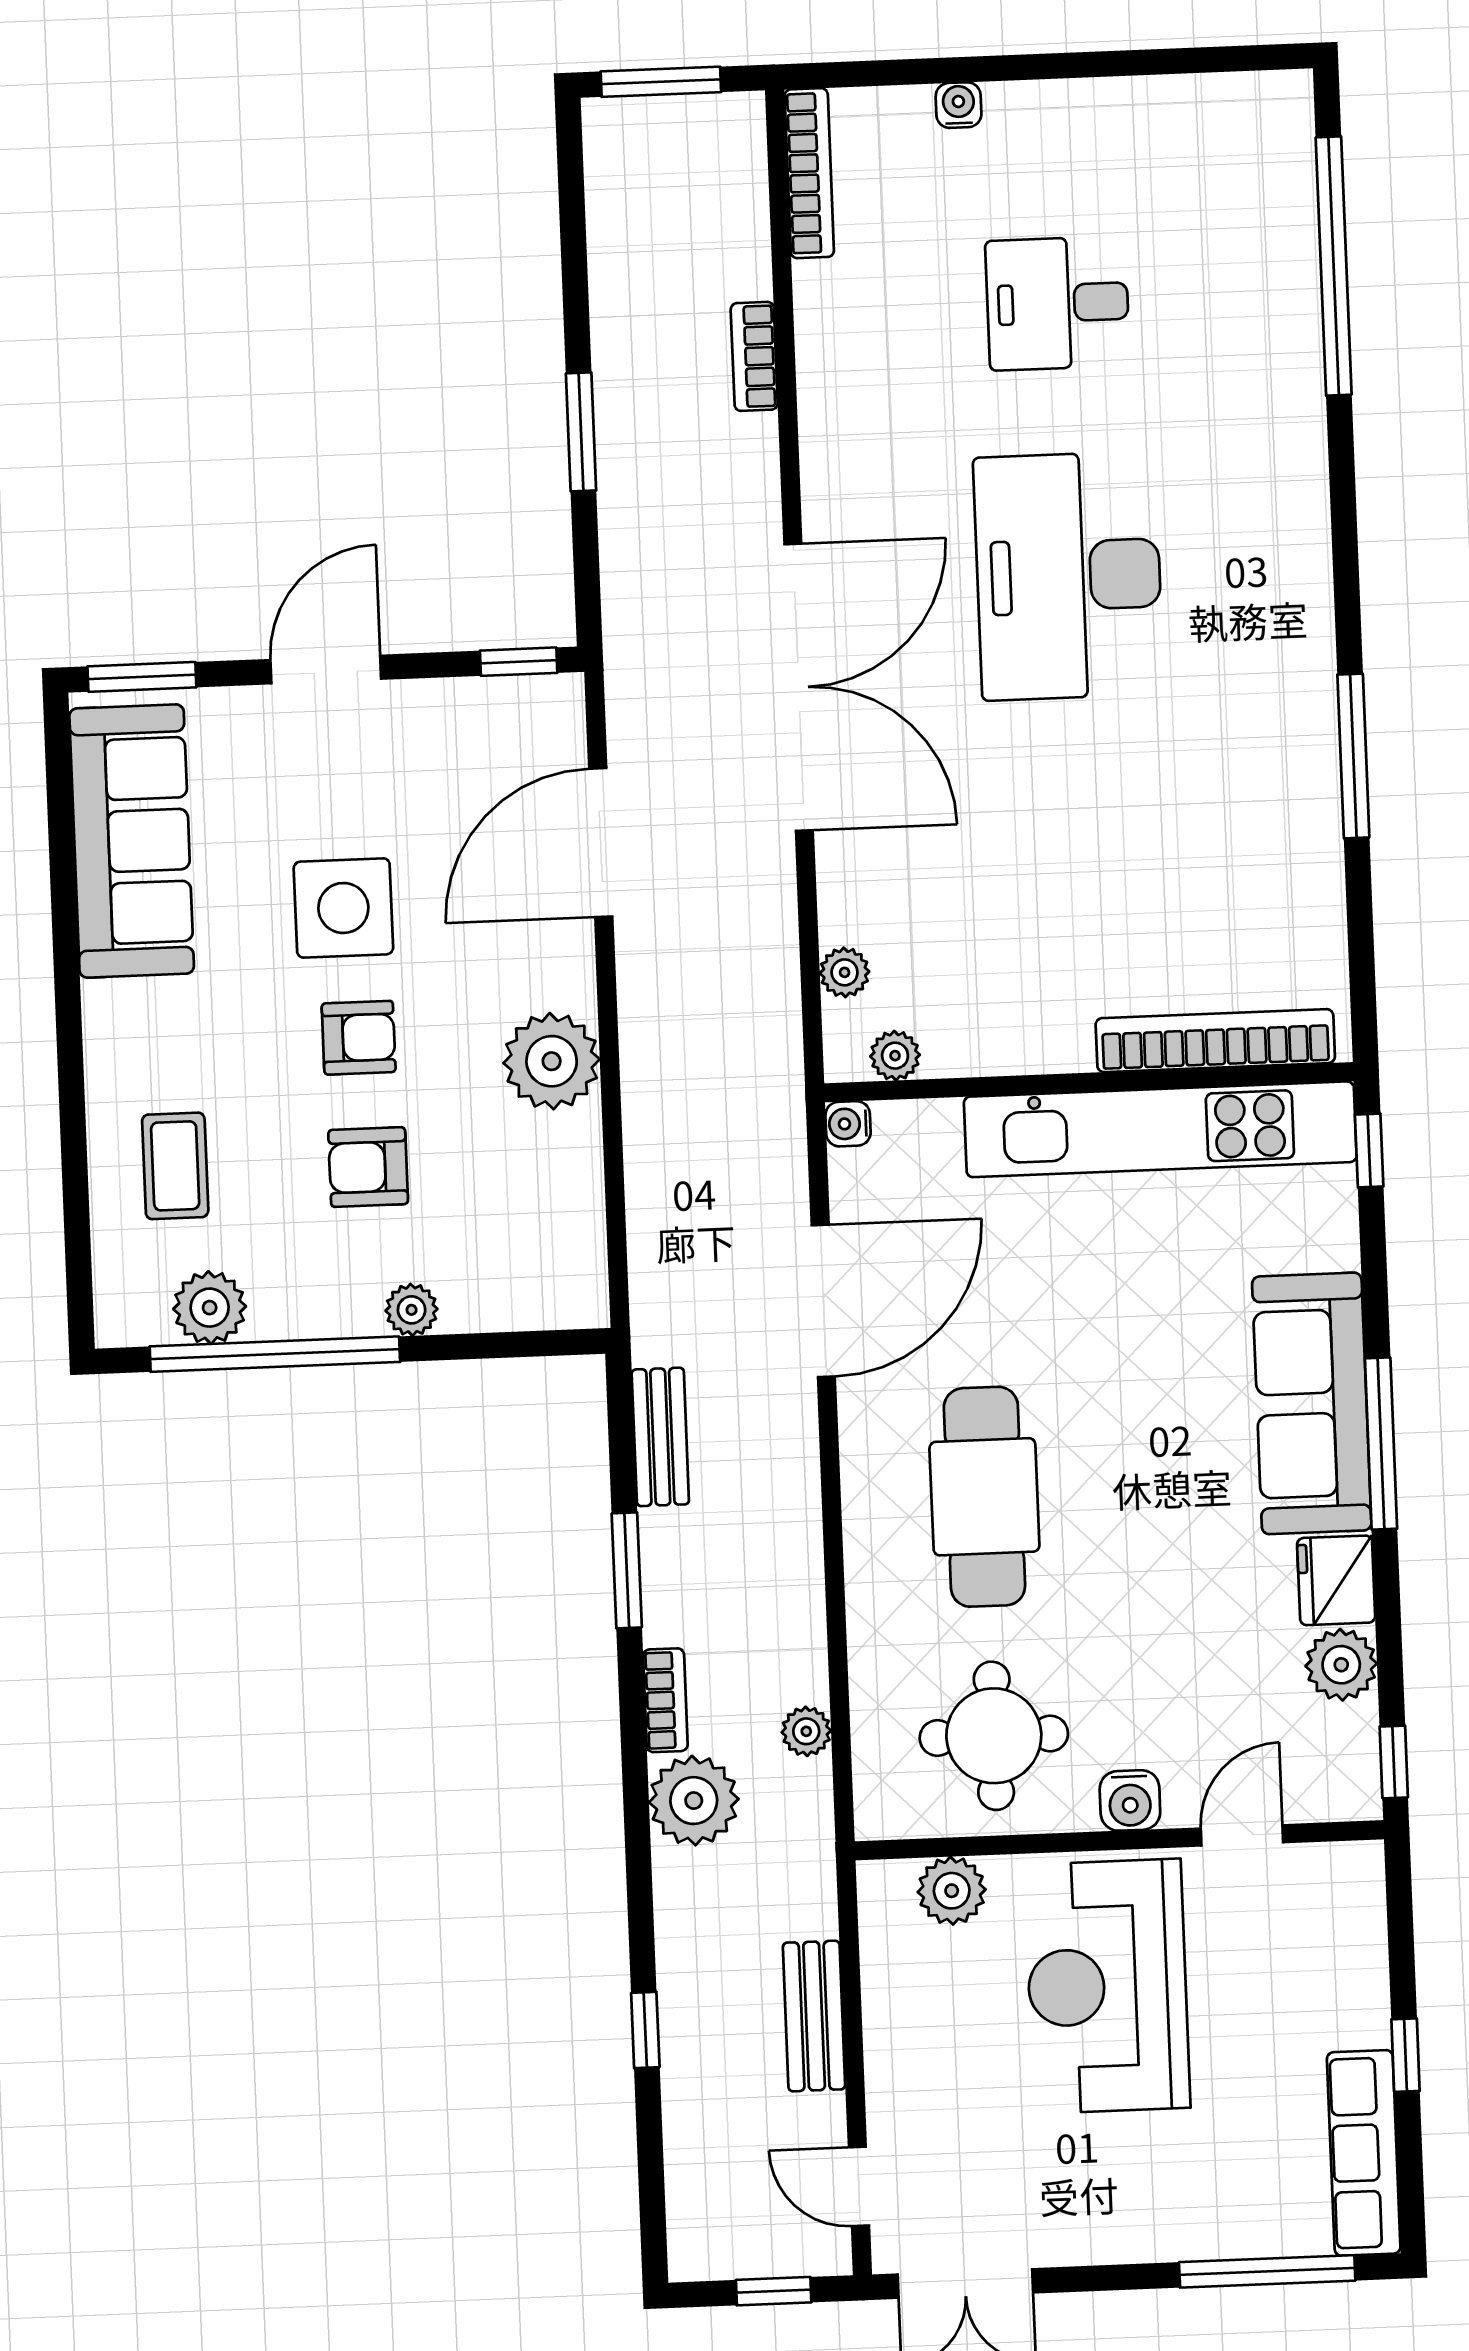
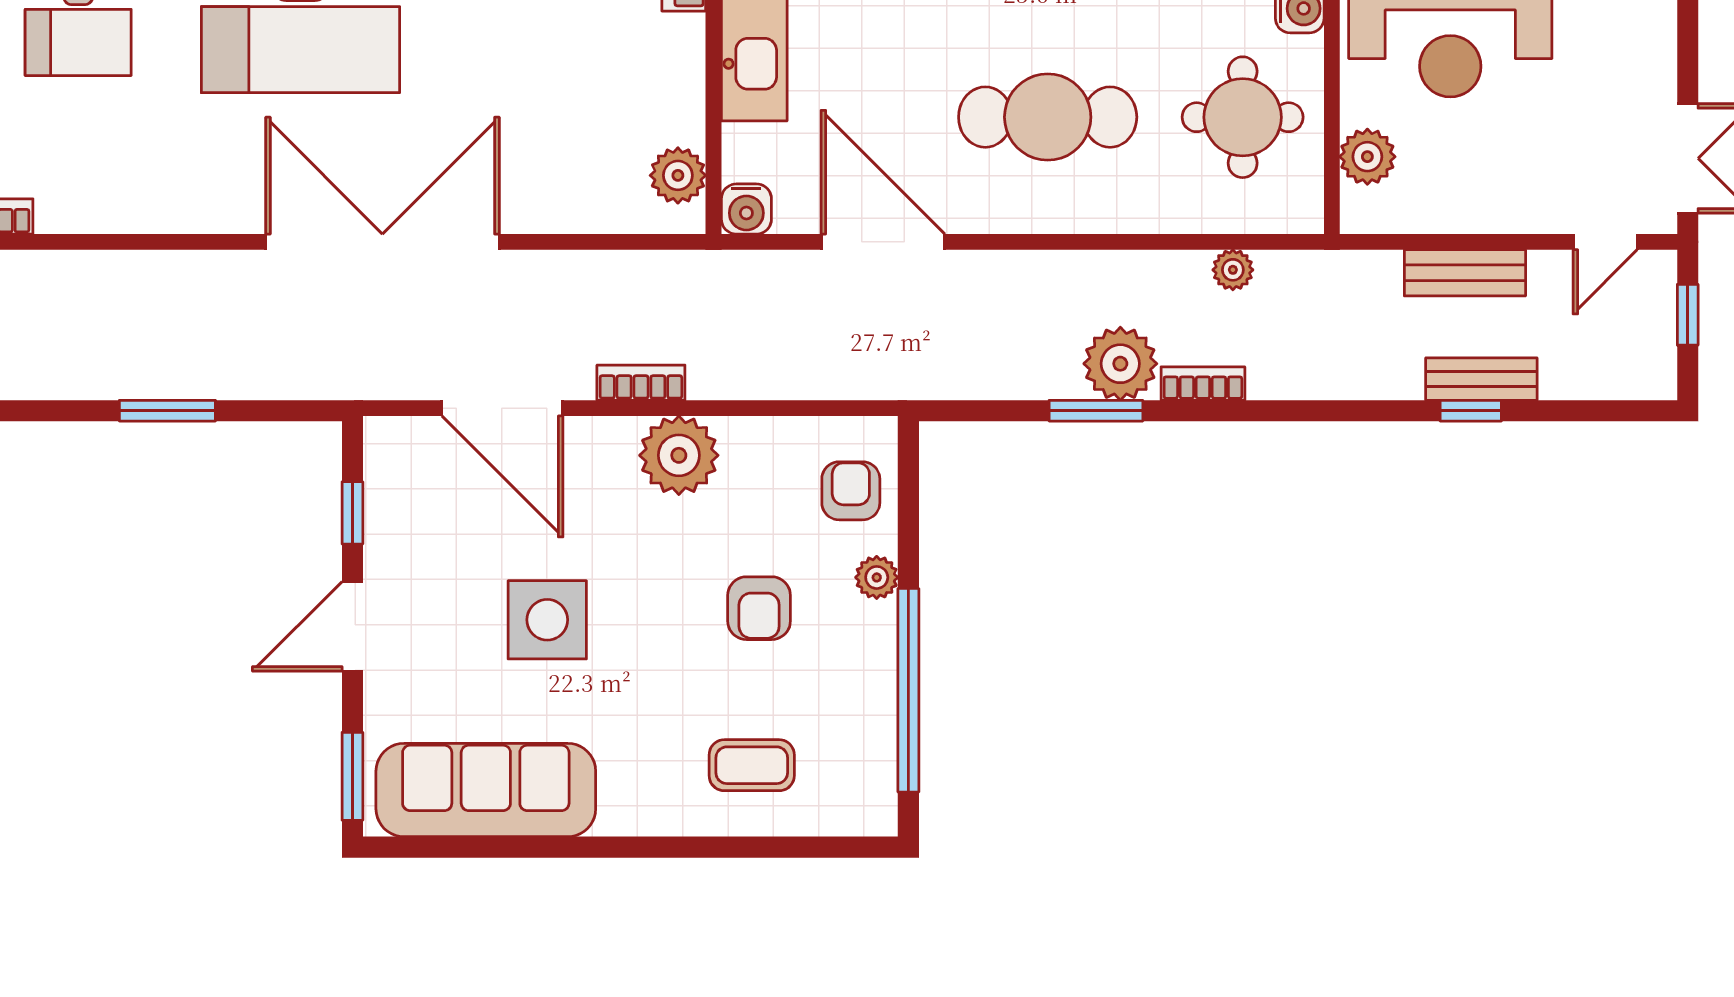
bookcase: (754, 356) -> (641, 383), moved, turned 180
window: (519, 662) -> (352, 513), moved
door: (326, 669) -> (352, 626), hinge flipped
plant: (845, 972) -> (616, 214), removed
armchair: (359, 1038) -> (851, 491), moved
plant: (895, 1056) -> (678, 175), width x1.38, depth x1.38
water cooler: (848, 1124) -> (746, 209), width x1.38, depth x1.38
plant: (210, 1308) -> (868, 742), removed
bench: (660, 1437) -> (1481, 379), moved
plant: (694, 1801) -> (1120, 364), moved

